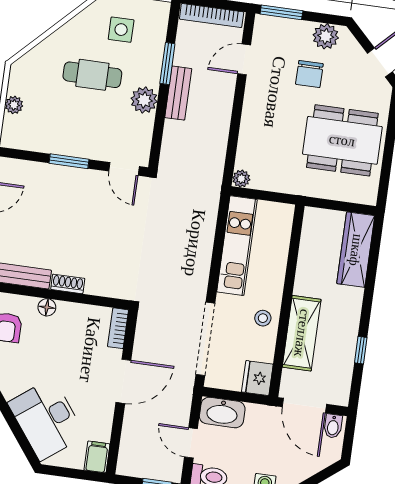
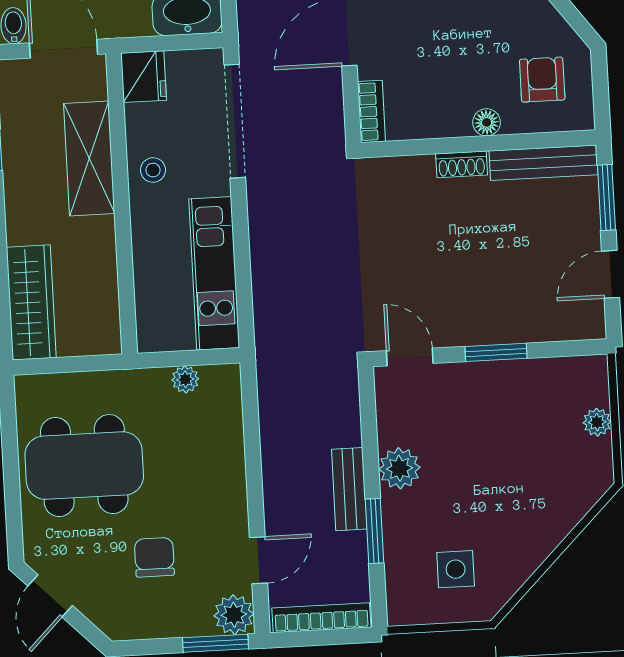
plant: (326, 36) -> (234, 615), moved
cafe table: (92, 75) -> (486, 492), removed
plant: (241, 179) -> (185, 379), moved

